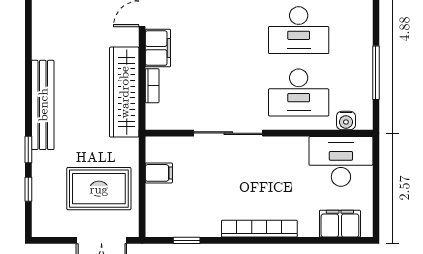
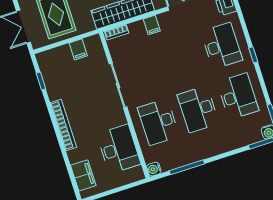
filing cabinet: (158, 48) -> (152, 25), width x0.50
bookcase: (152, 86) -> (117, 32), moved
water cooler: (346, 120) -> (154, 169), moved
desk: (341, 161) -> (119, 149), moved

